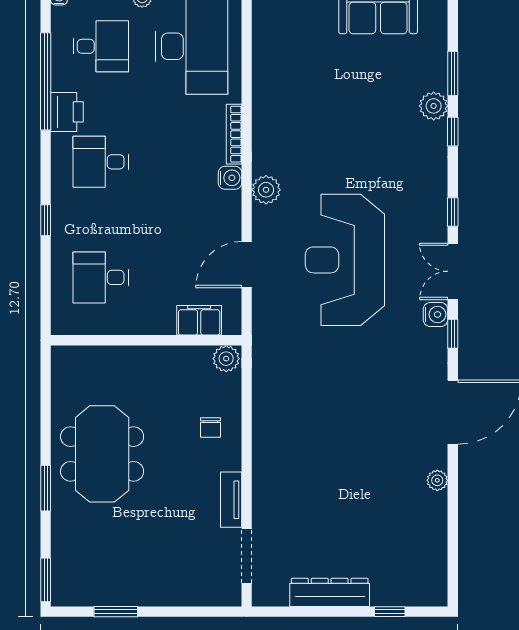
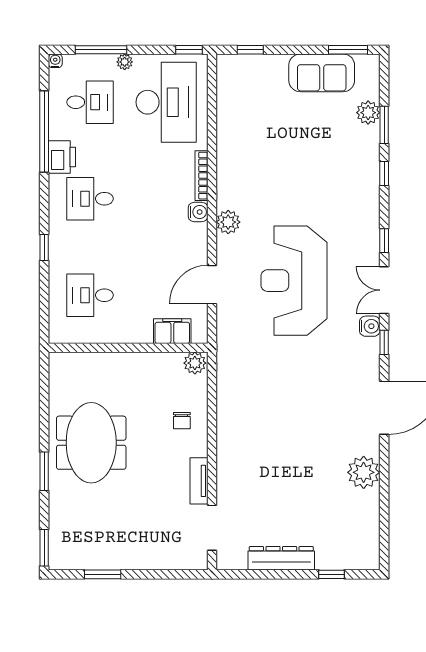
plant: (434, 106) -> (368, 113), moved
plant: (437, 480) -> (364, 472), width x1.88, depth x1.88

